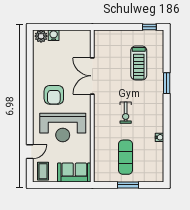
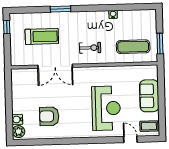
double door: (92, 76) -> (55, 66), moved
armchair: (54, 95) -> (49, 116), moved, turned 180
wall: (92, 106) -> (84, 65), moved

